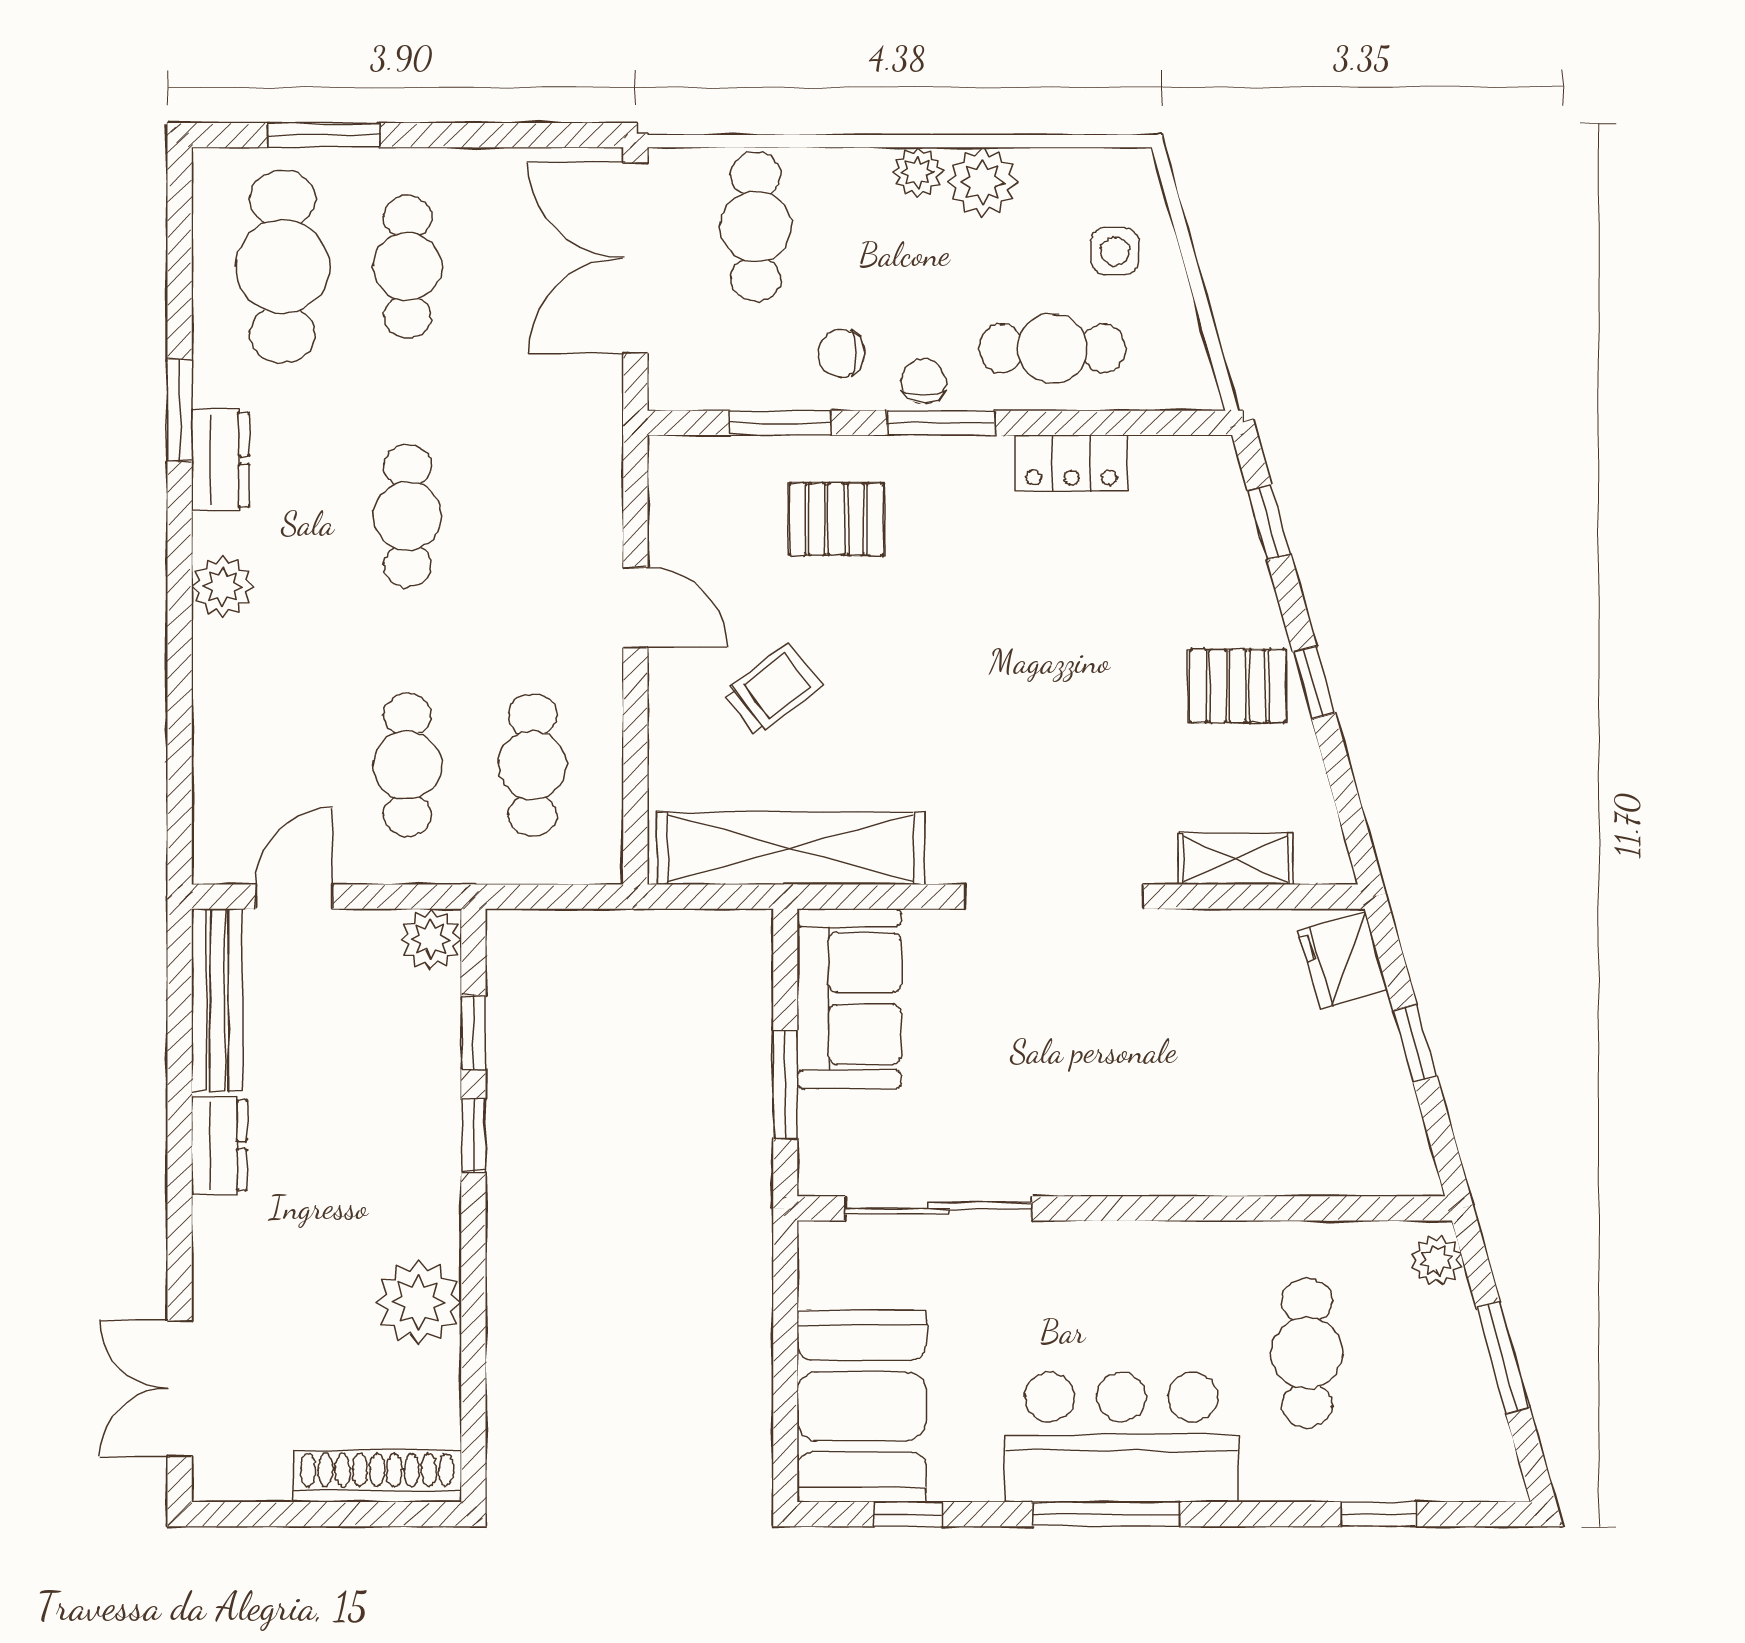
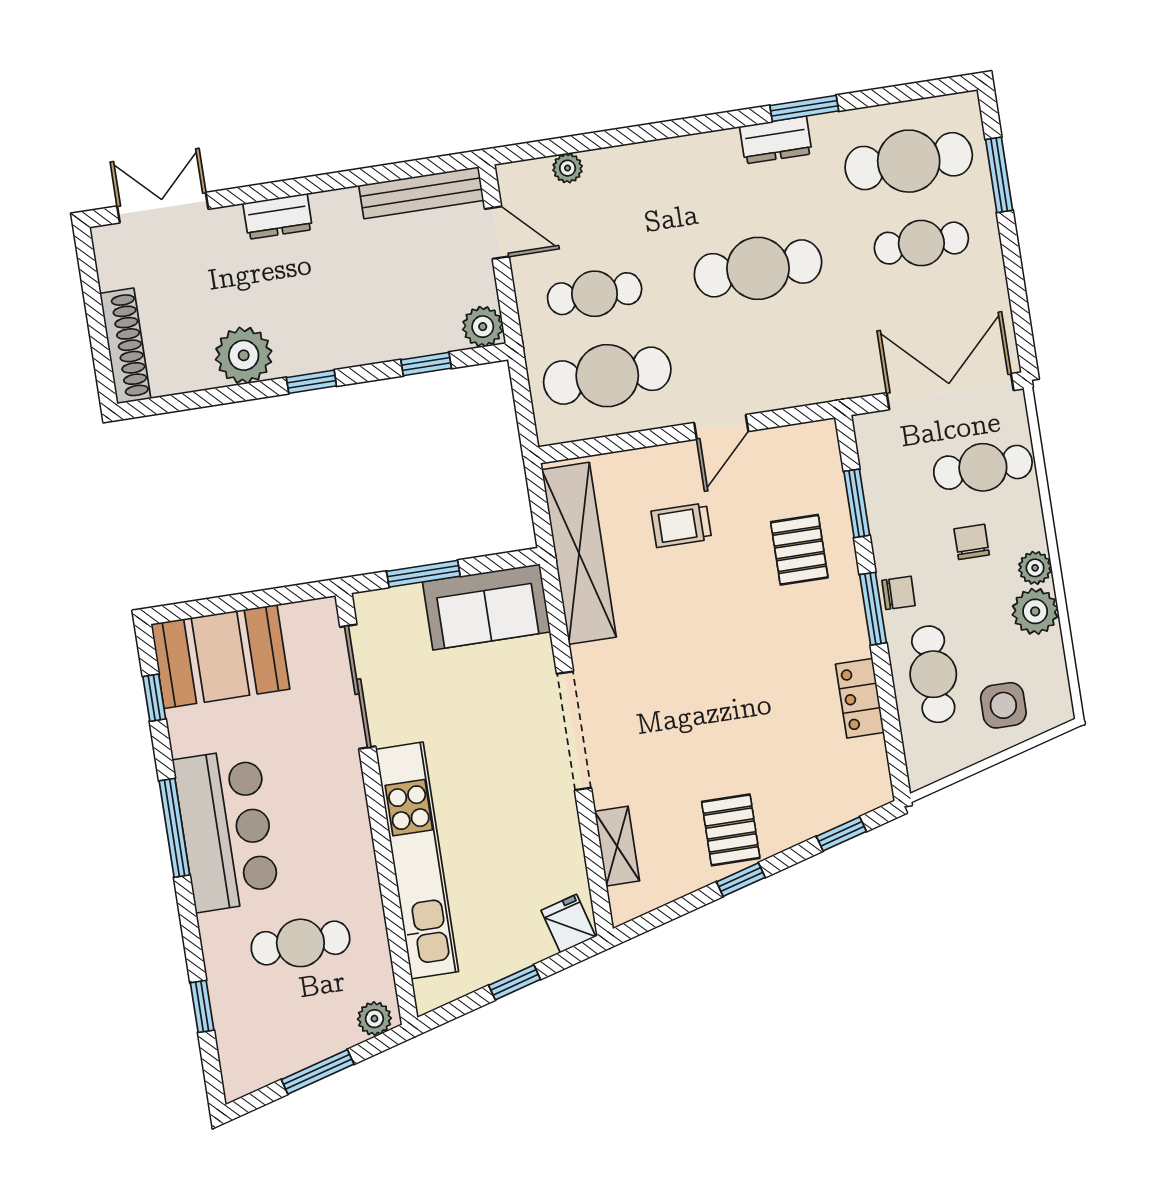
side table: (1115, 251) -> (1003, 705), width x1.37, depth x1.37
chair: (842, 354) -> (972, 542), moved
cafe table: (408, 516) -> (758, 268), width x1.37, depth x1.35
plant: (223, 587) -> (568, 168), moved, width x0.73, depth x0.73
trolley: (772, 689) -> (681, 525), turned 128
cafe table: (533, 765) -> (607, 376), width x1.37, depth x1.35
fridge: (1343, 960) -> (568, 923), width x0.72
window: (473, 1135) -> (311, 382), moved
dresser: (219, 1145) -> (278, 216), moved
kitchen unit: (1211, 1160) -> (417, 860), added

